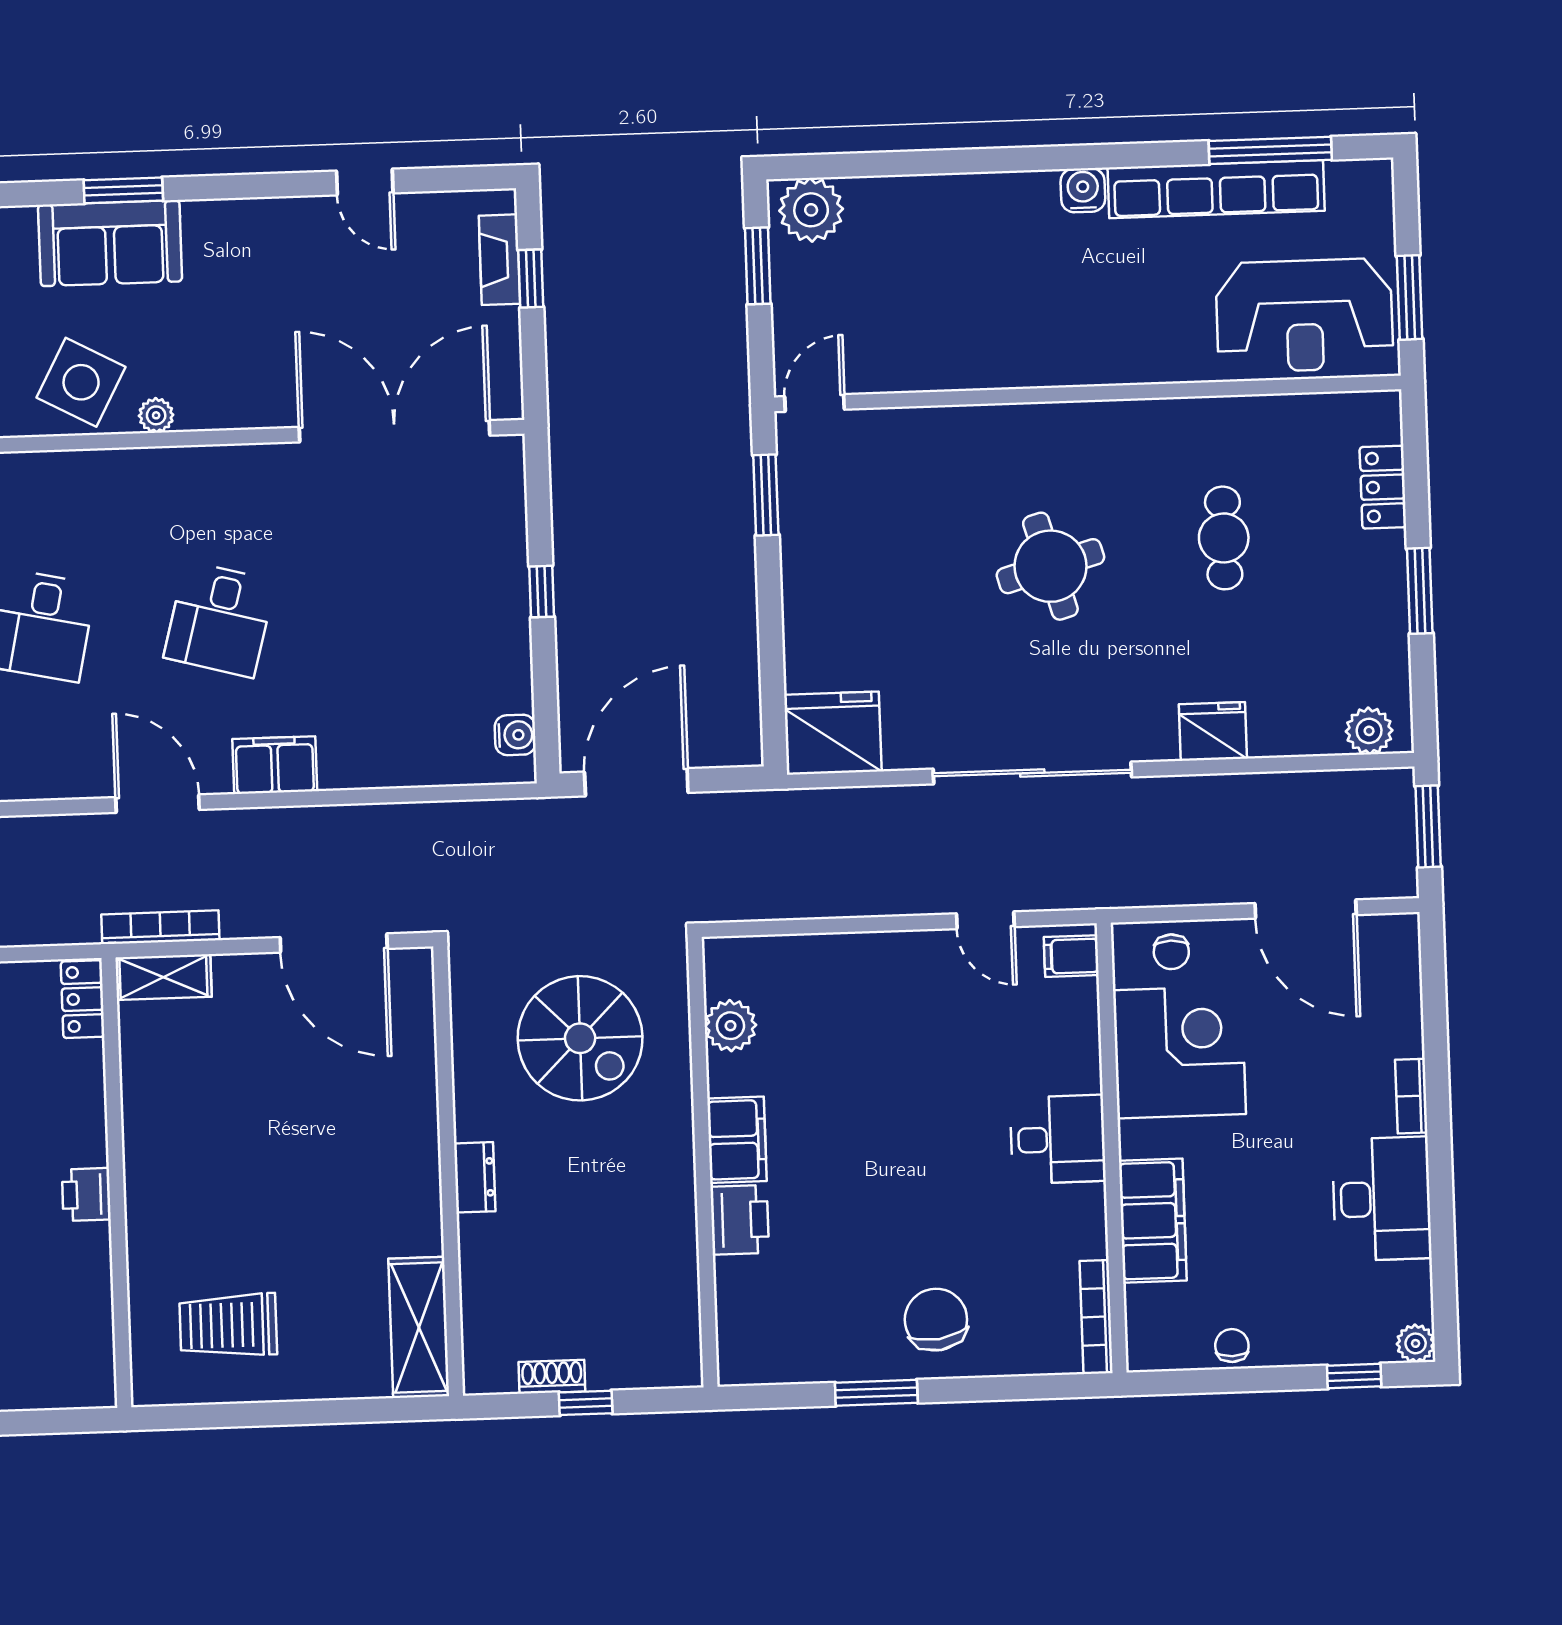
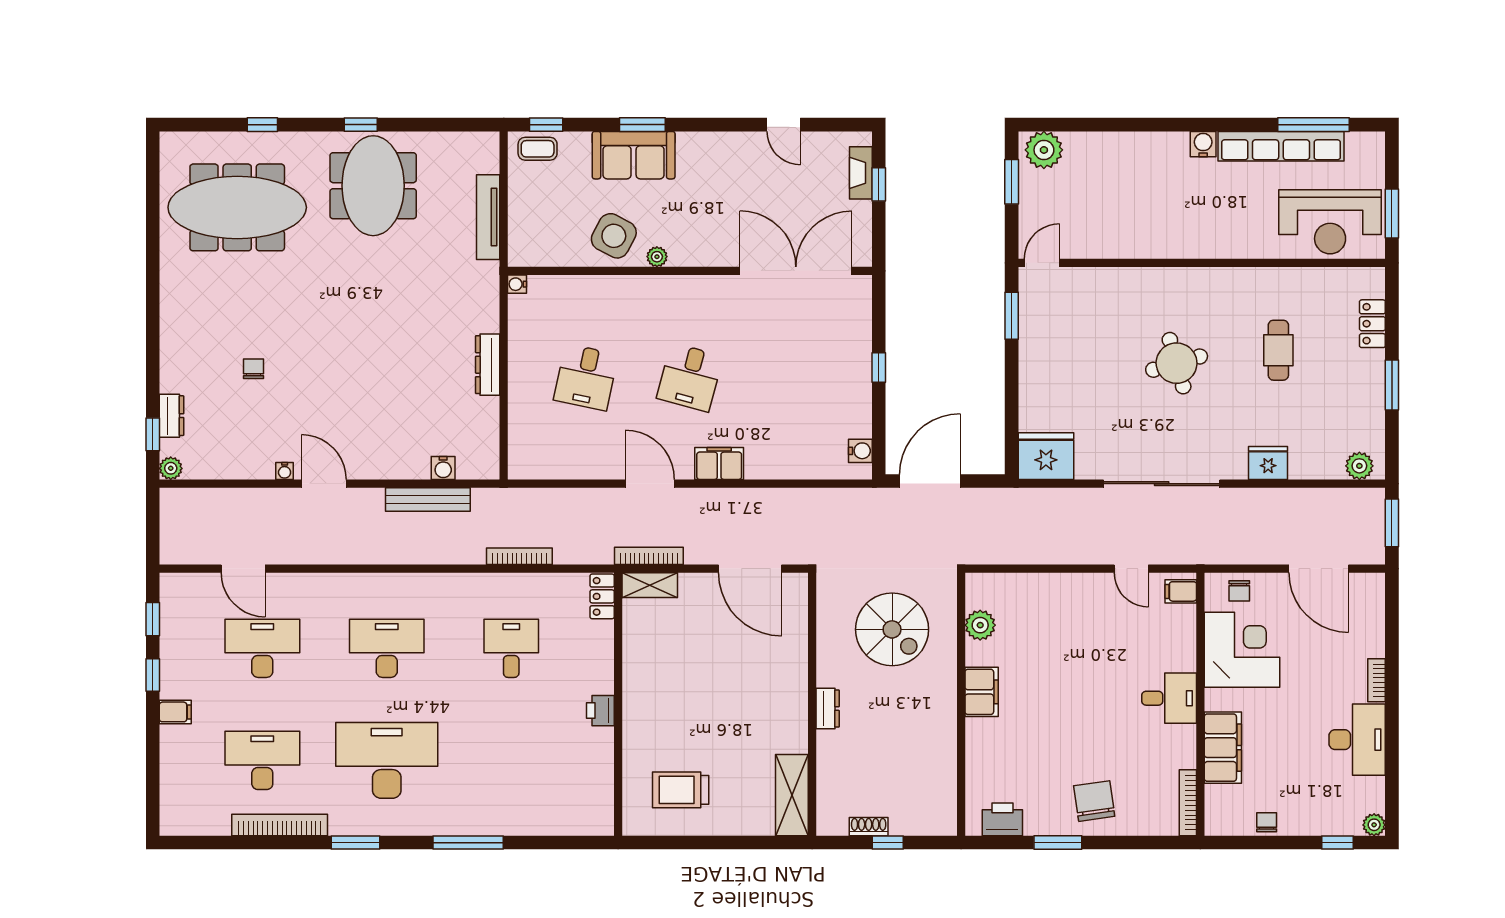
printer: (740, 1220) -> (1002, 819), moved, turned -90

